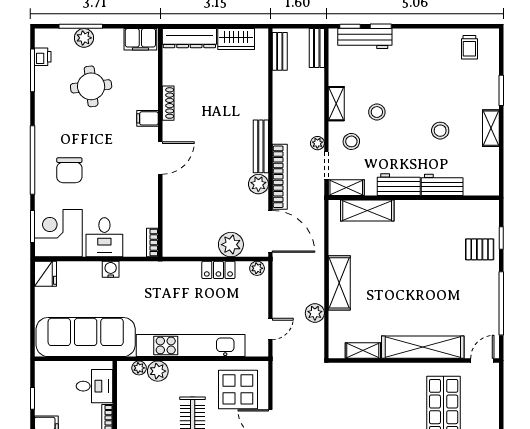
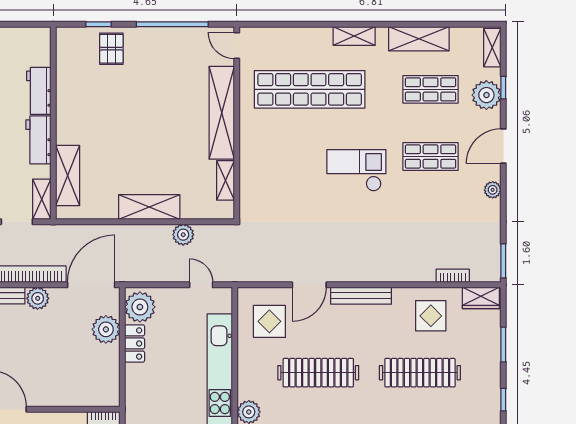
plant: (257, 268) -> (140, 307), width x1.87, depth x1.87
display table: (238, 389) -> (269, 321), width x0.73, depth x0.73

